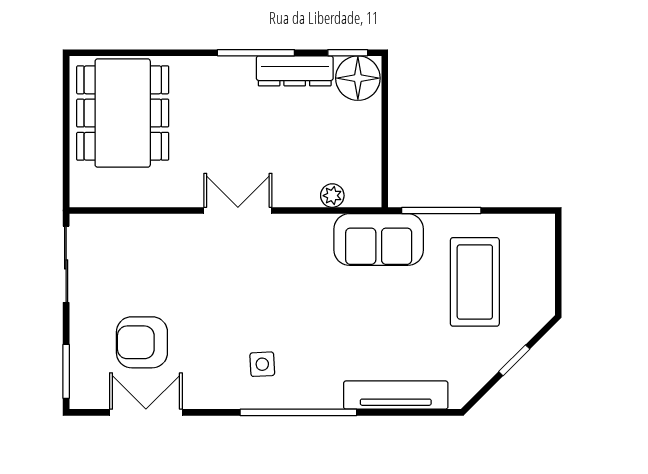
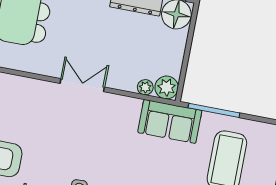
plant: (364, 190) -> (167, 87), added

